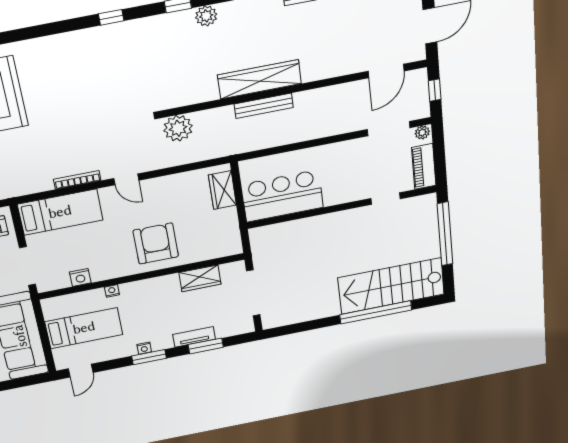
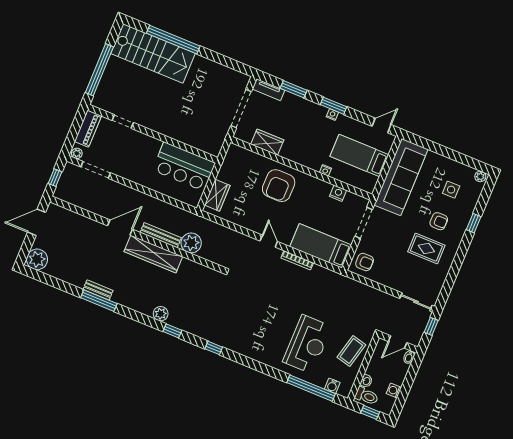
door: (386, 71) -> (120, 228), moved
plant: (178, 128) -> (191, 243), moved
tv unit: (194, 337) -> (268, 90), moved

